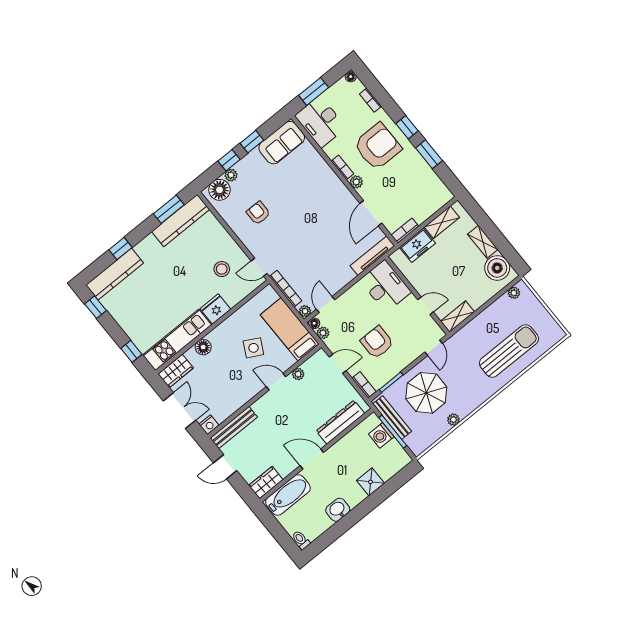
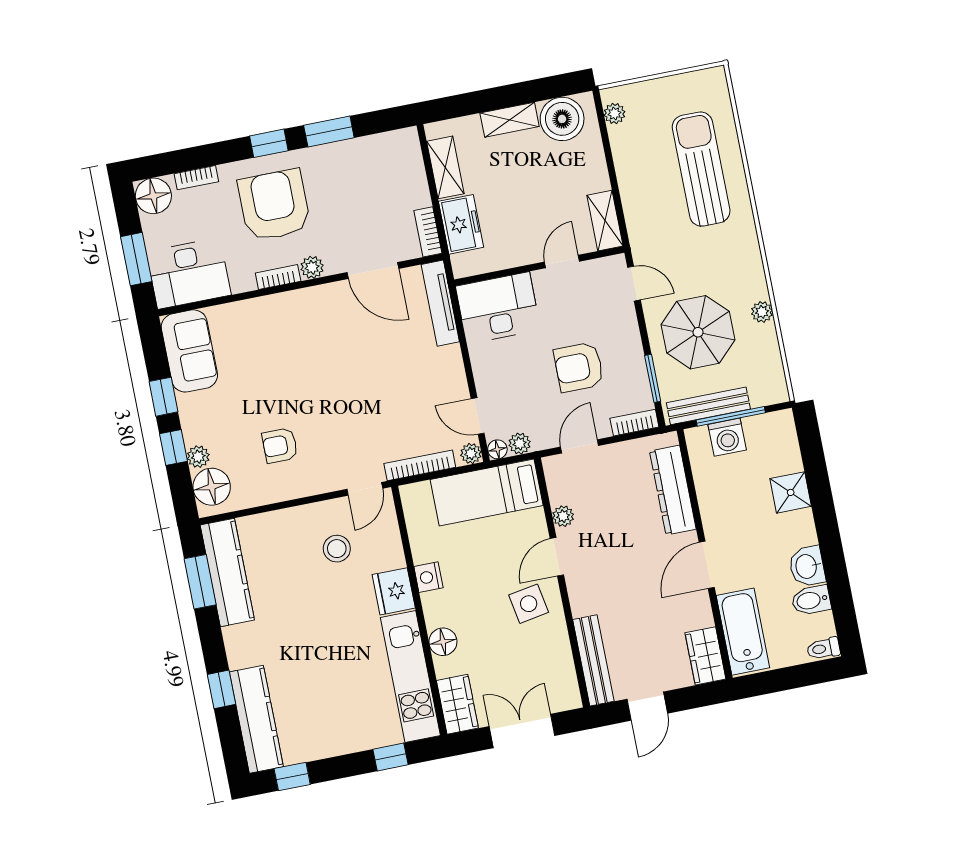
floor lamp: (351, 77) -> (153, 196), width x1.89, depth x1.89
side table: (253, 348) -> (529, 604), moved, turned -38
nightstand: (209, 425) -> (428, 577), moved, turned 180
bidet: (322, 521) -> (811, 600), added

